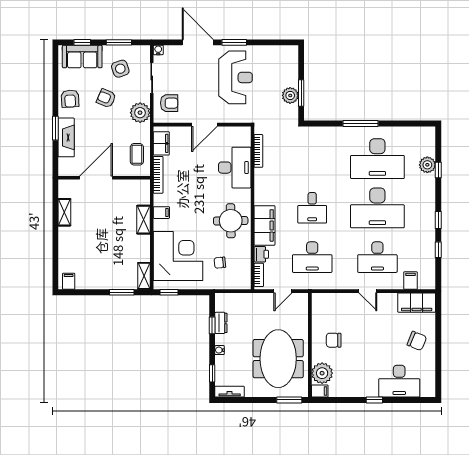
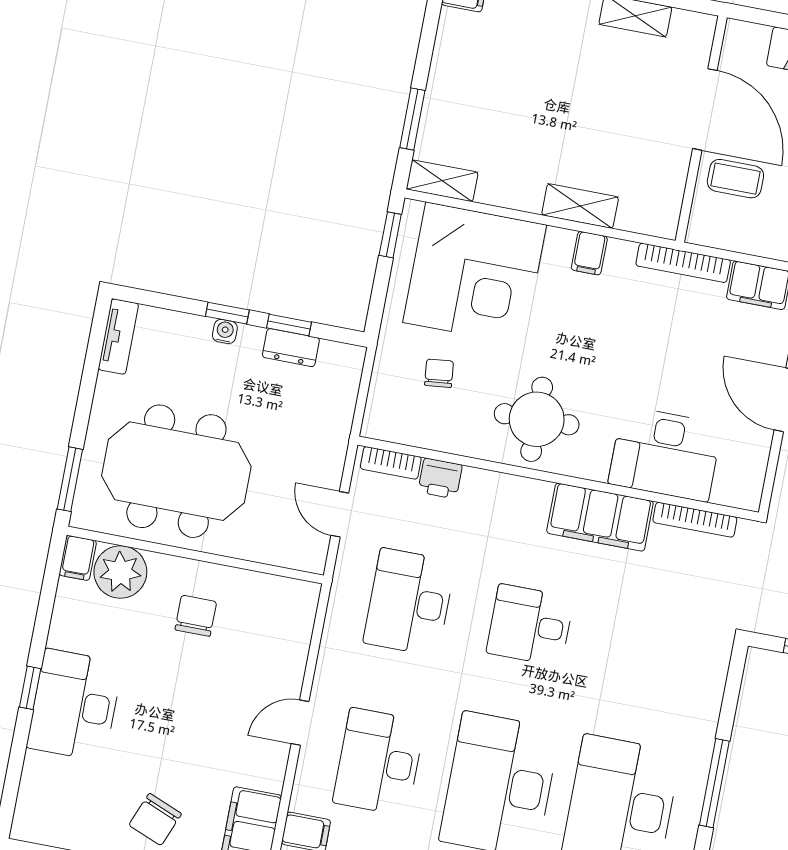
coffee table: (137, 154) -> (735, 179), moved
filing cabinet: (264, 225) -> (600, 517), moved
window: (212, 373) -> (227, 313), moved
desk: (399, 381) -> (75, 705), moved

